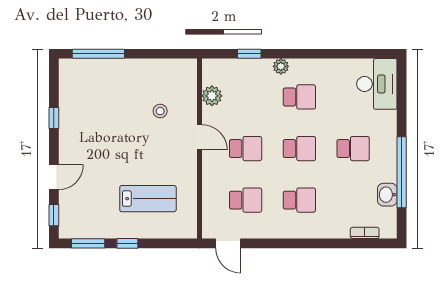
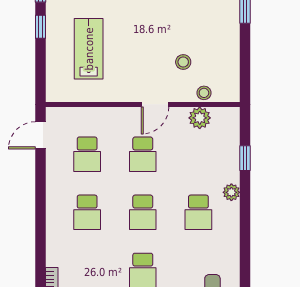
stool: (189, 92) -> (204, 93), added
lab bench: (148, 199) -> (89, 49), turned 180

